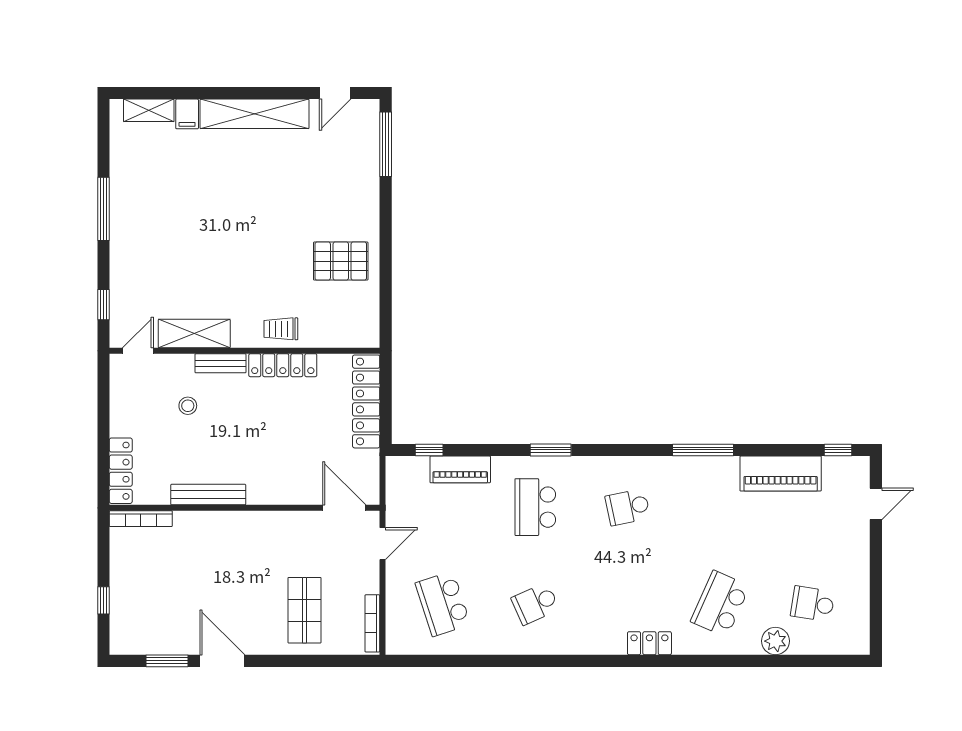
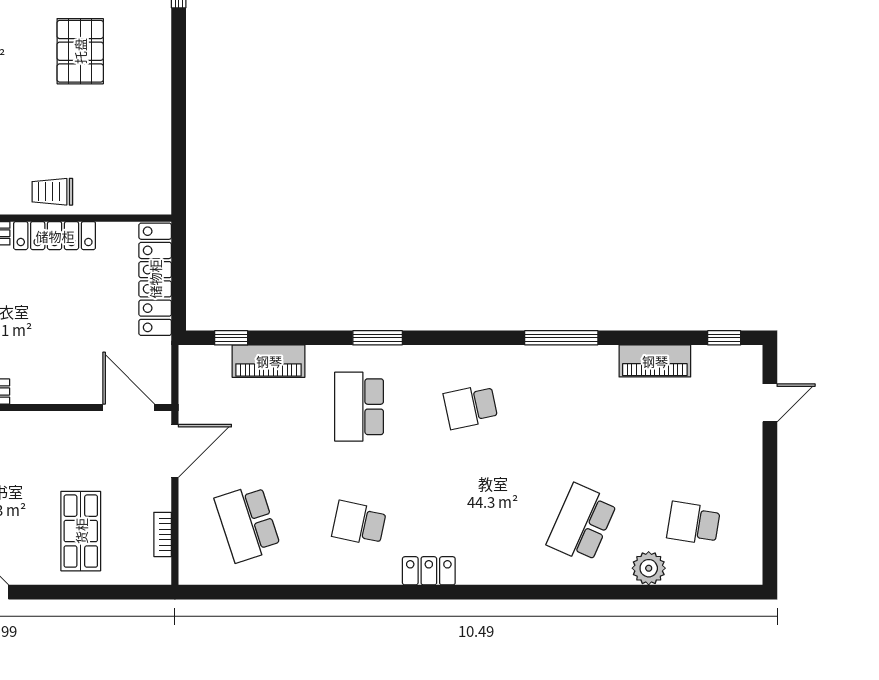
pallet: (341, 261) -> (80, 51), moved, turned 90
piano: (781, 474) -> (655, 361), width x0.73, depth x0.75
door: (383, 544) -> (175, 451), width x1.38
school desk: (535, 604) -> (359, 523), turned 36
bookcase: (372, 623) -> (163, 534), width x0.64
locker: (649, 643) -> (429, 571), moved

